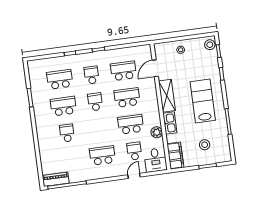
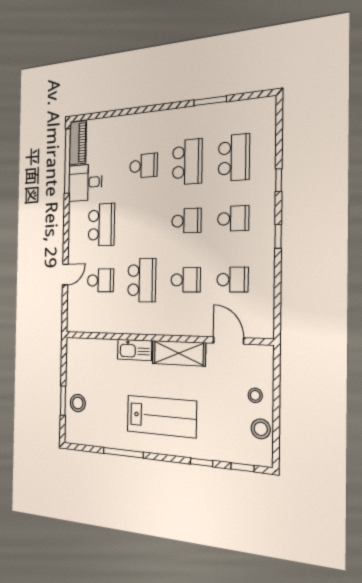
stool: (210, 45) -> (261, 429), moved
school desk: (123, 71) -> (233, 280), width x0.54
school desk: (127, 98) -> (186, 280), width x0.54
plant: (157, 132) -> (123, 324), removed
stool: (205, 145) -> (78, 403), moved
filing cabinet: (175, 156) -> (85, 350), removed
desk: (155, 160) -> (85, 183), moved
door: (134, 176) -> (65, 275), hinge flipped

